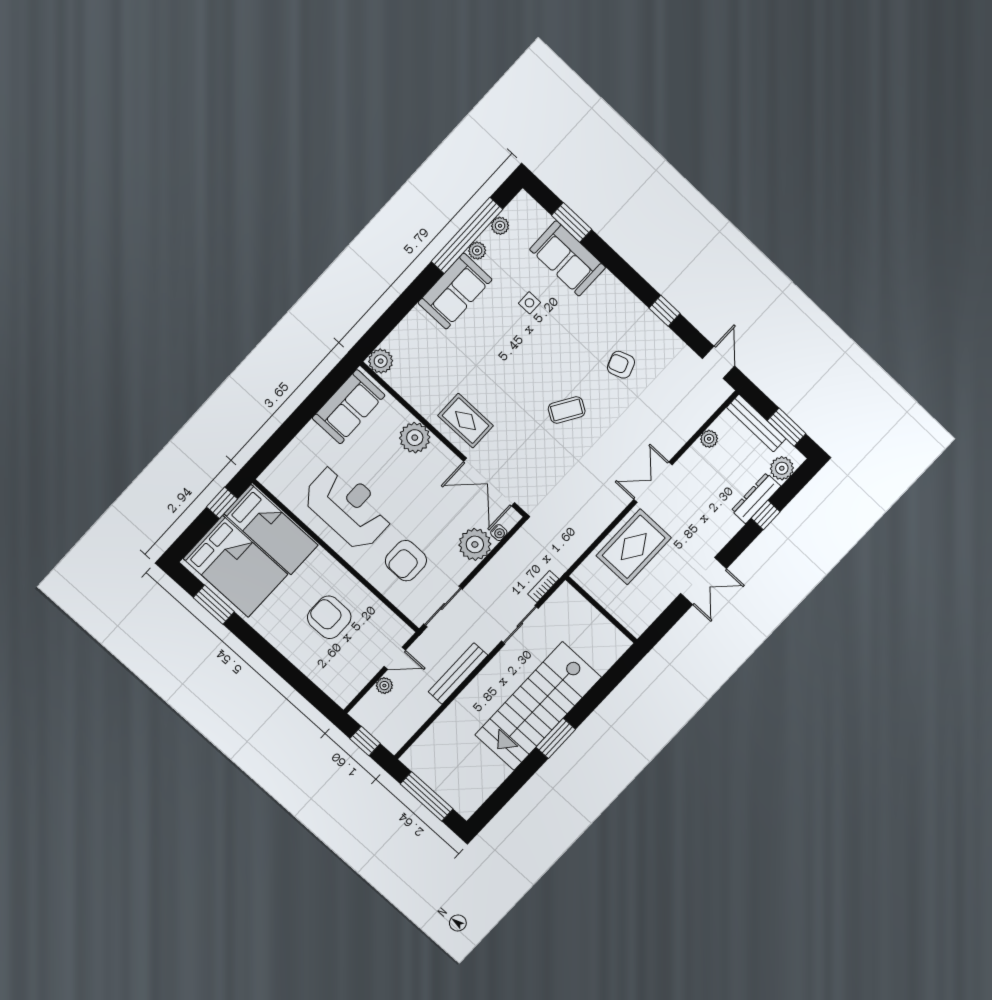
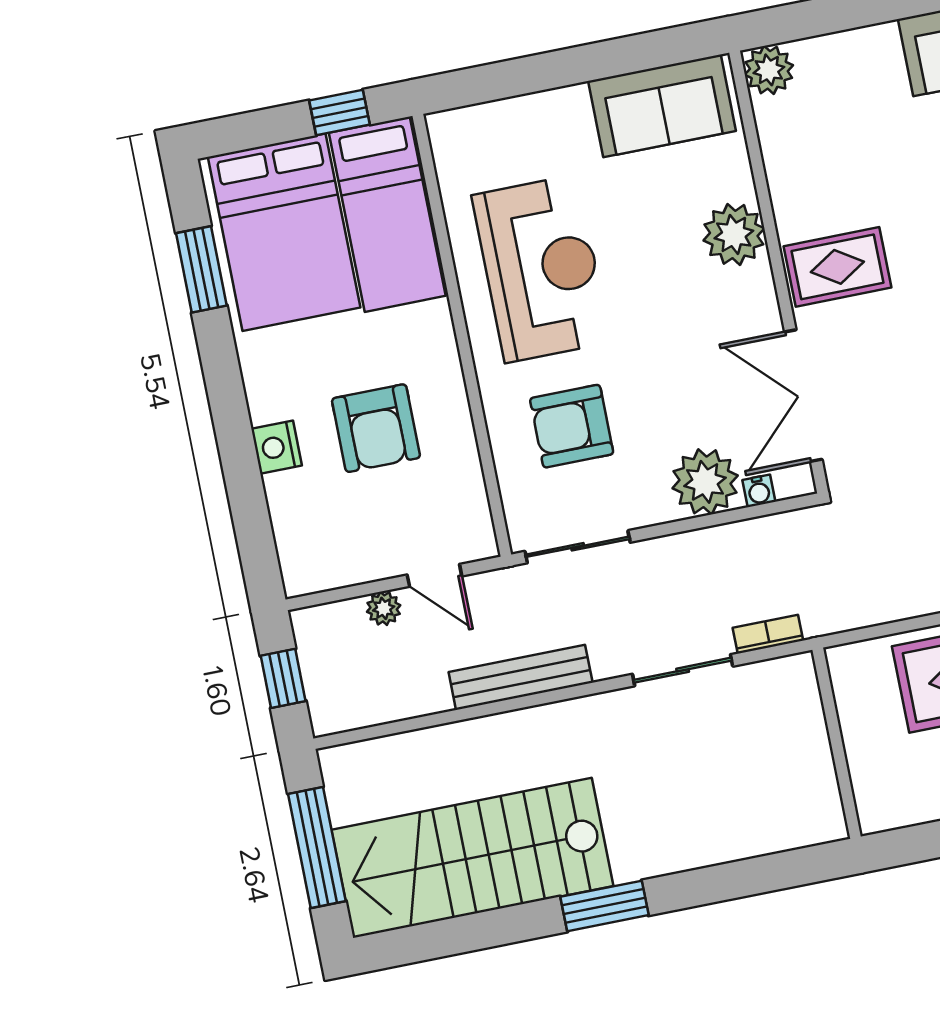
rug: (466, 421) -> (837, 267), turned 90
armchair: (329, 617) -> (376, 428), turned 180
nightstand: (296, 653) -> (277, 447), added
stairs: (538, 706) -> (472, 858), moved

